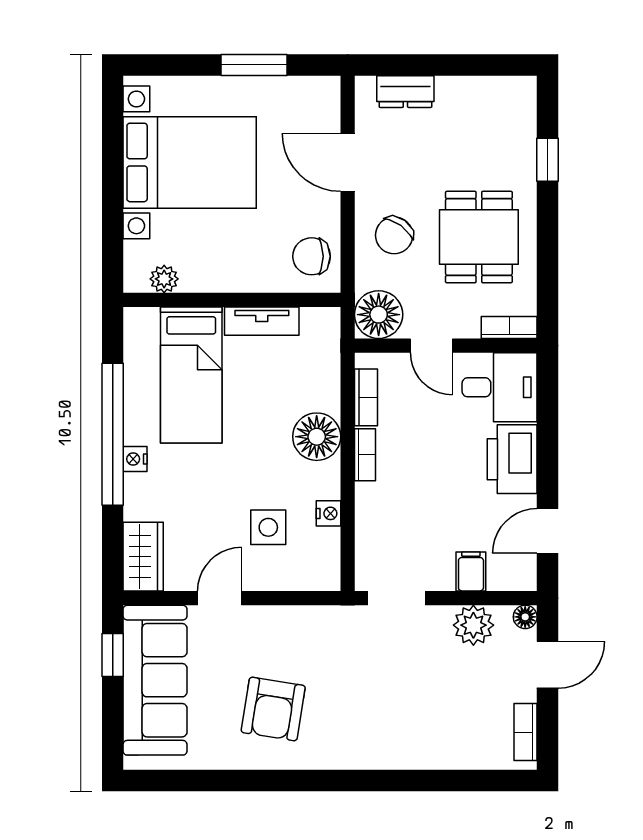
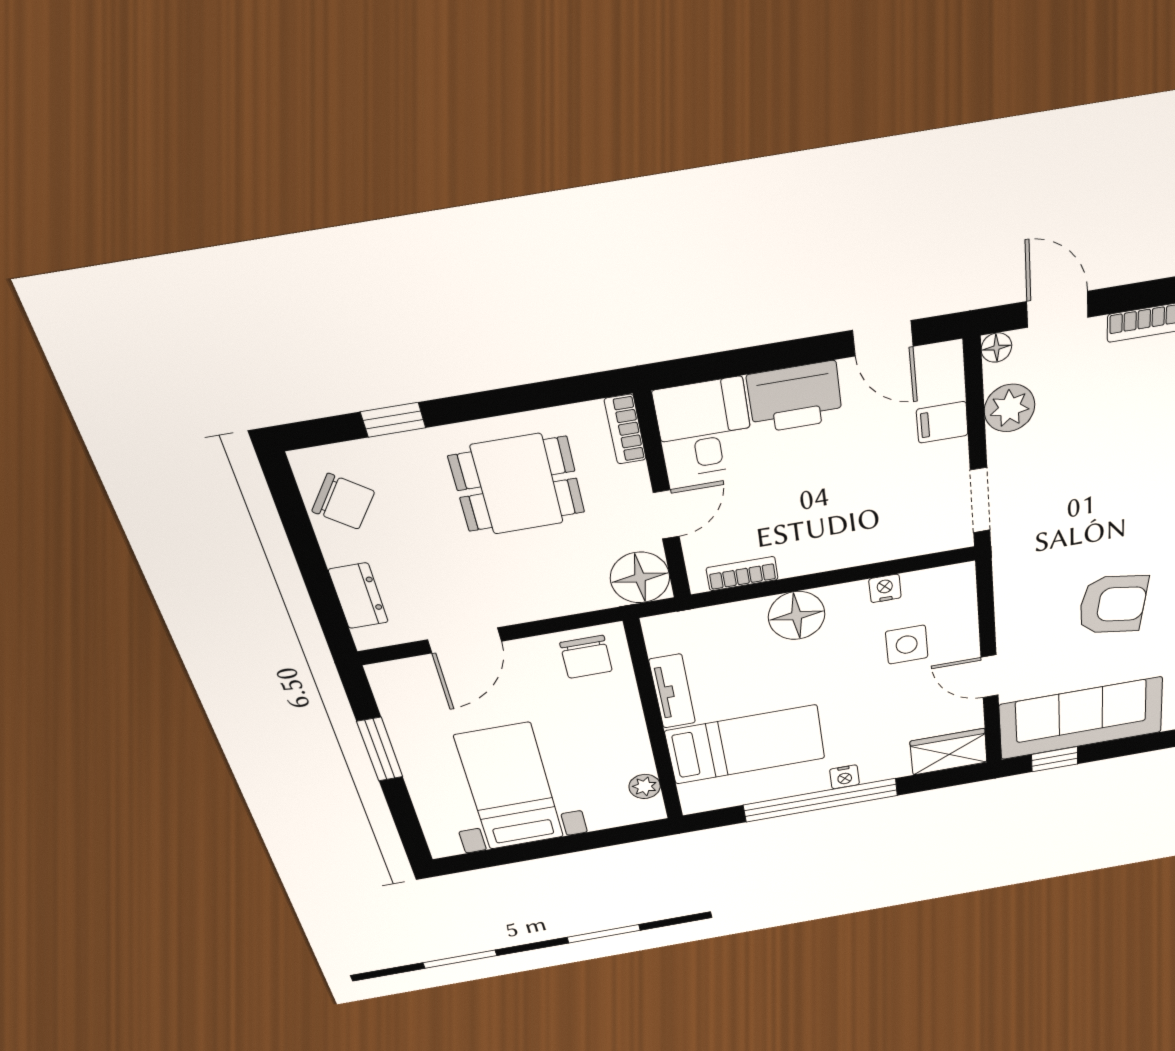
bed with nightstands: (190, 162) -> (510, 787), width x0.73
chair: (394, 235) -> (343, 501), moved
bookcase: (365, 455) -> (811, 563), removed

